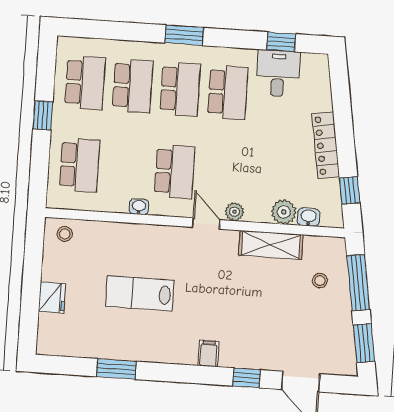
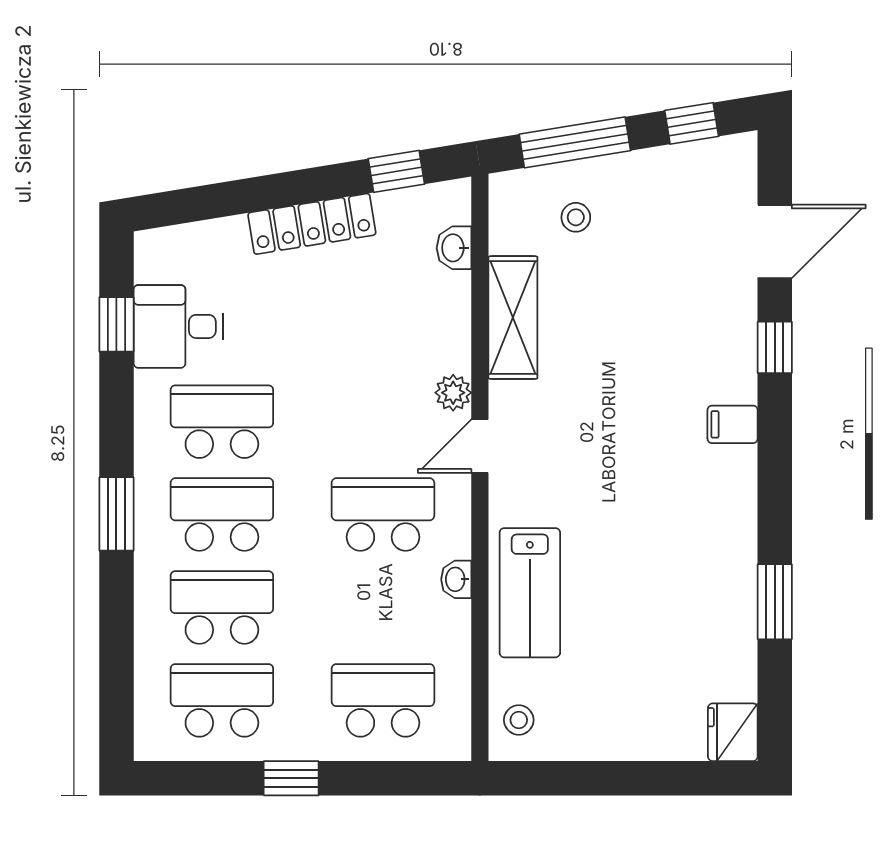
plant: (284, 212) -> (447, 297), removed
lab bench: (140, 293) -> (530, 593), moved
fridge: (52, 298) -> (733, 732), moved, turned -90
window: (364, 343) -> (692, 123), width x0.67

